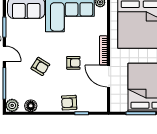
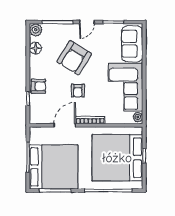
armchair: (40, 66) -> (74, 58), width x1.88, depth x1.88
armchair: (69, 103) -> (38, 86), turned 93

